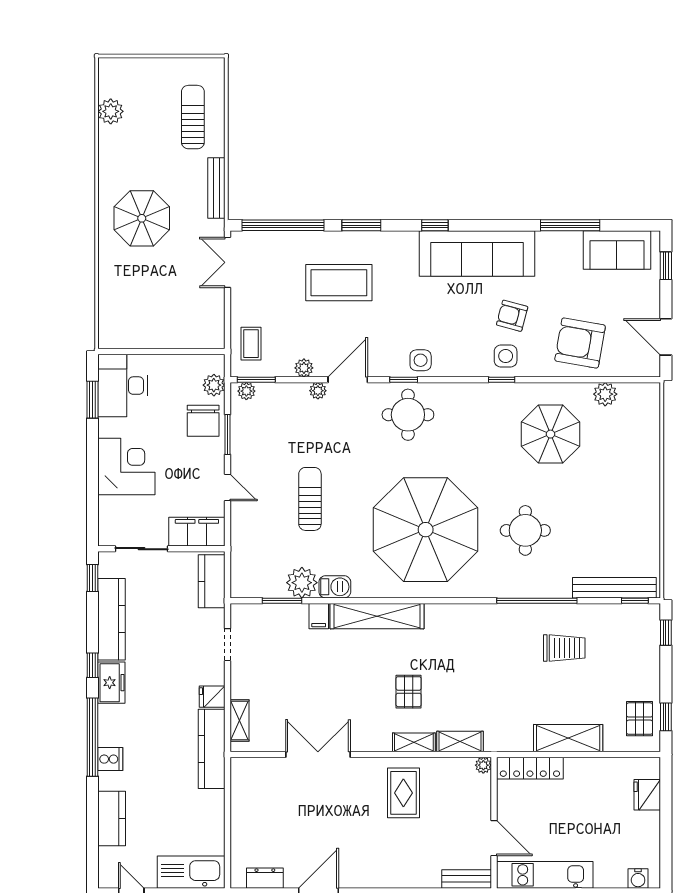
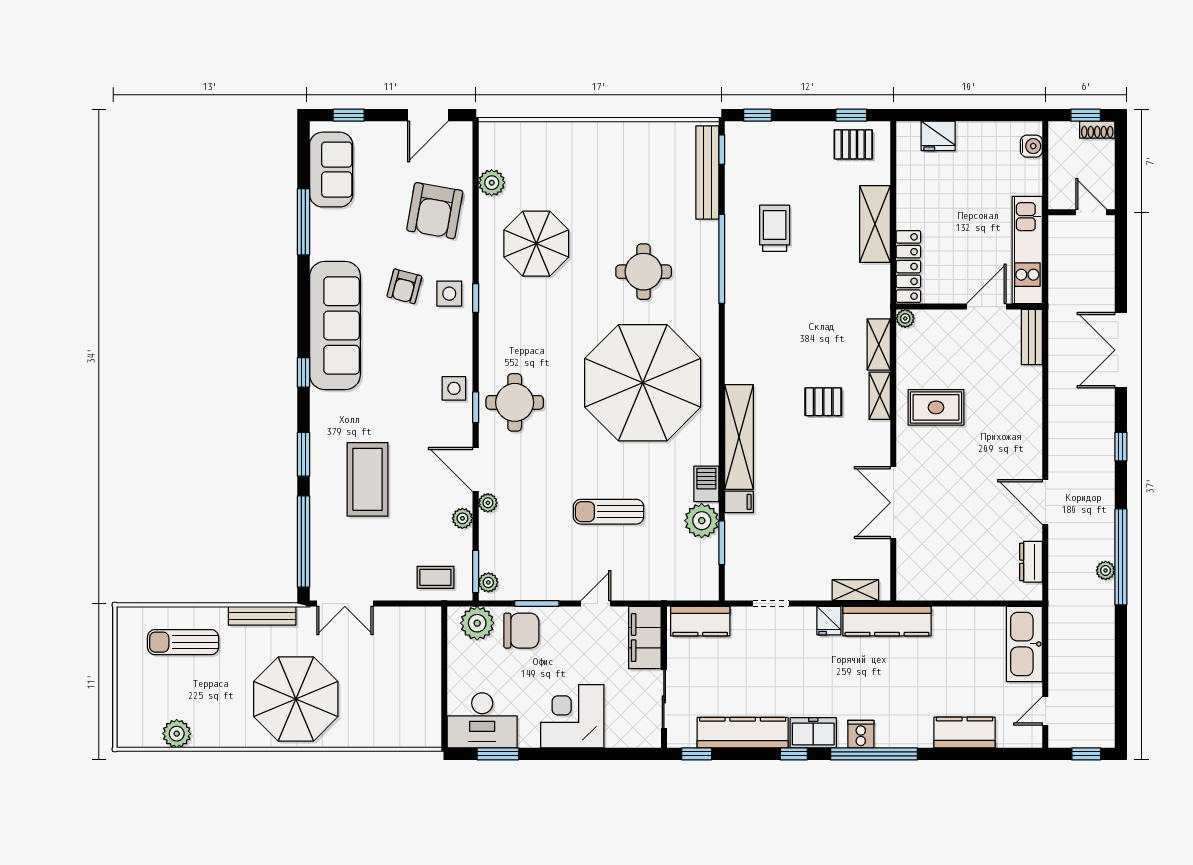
parasol: (142, 218) -> (296, 699), width x1.36, depth x1.36
plant: (214, 385) -> (477, 623), width x1.36, depth x1.36
cooker: (110, 759) -> (861, 734), moved

